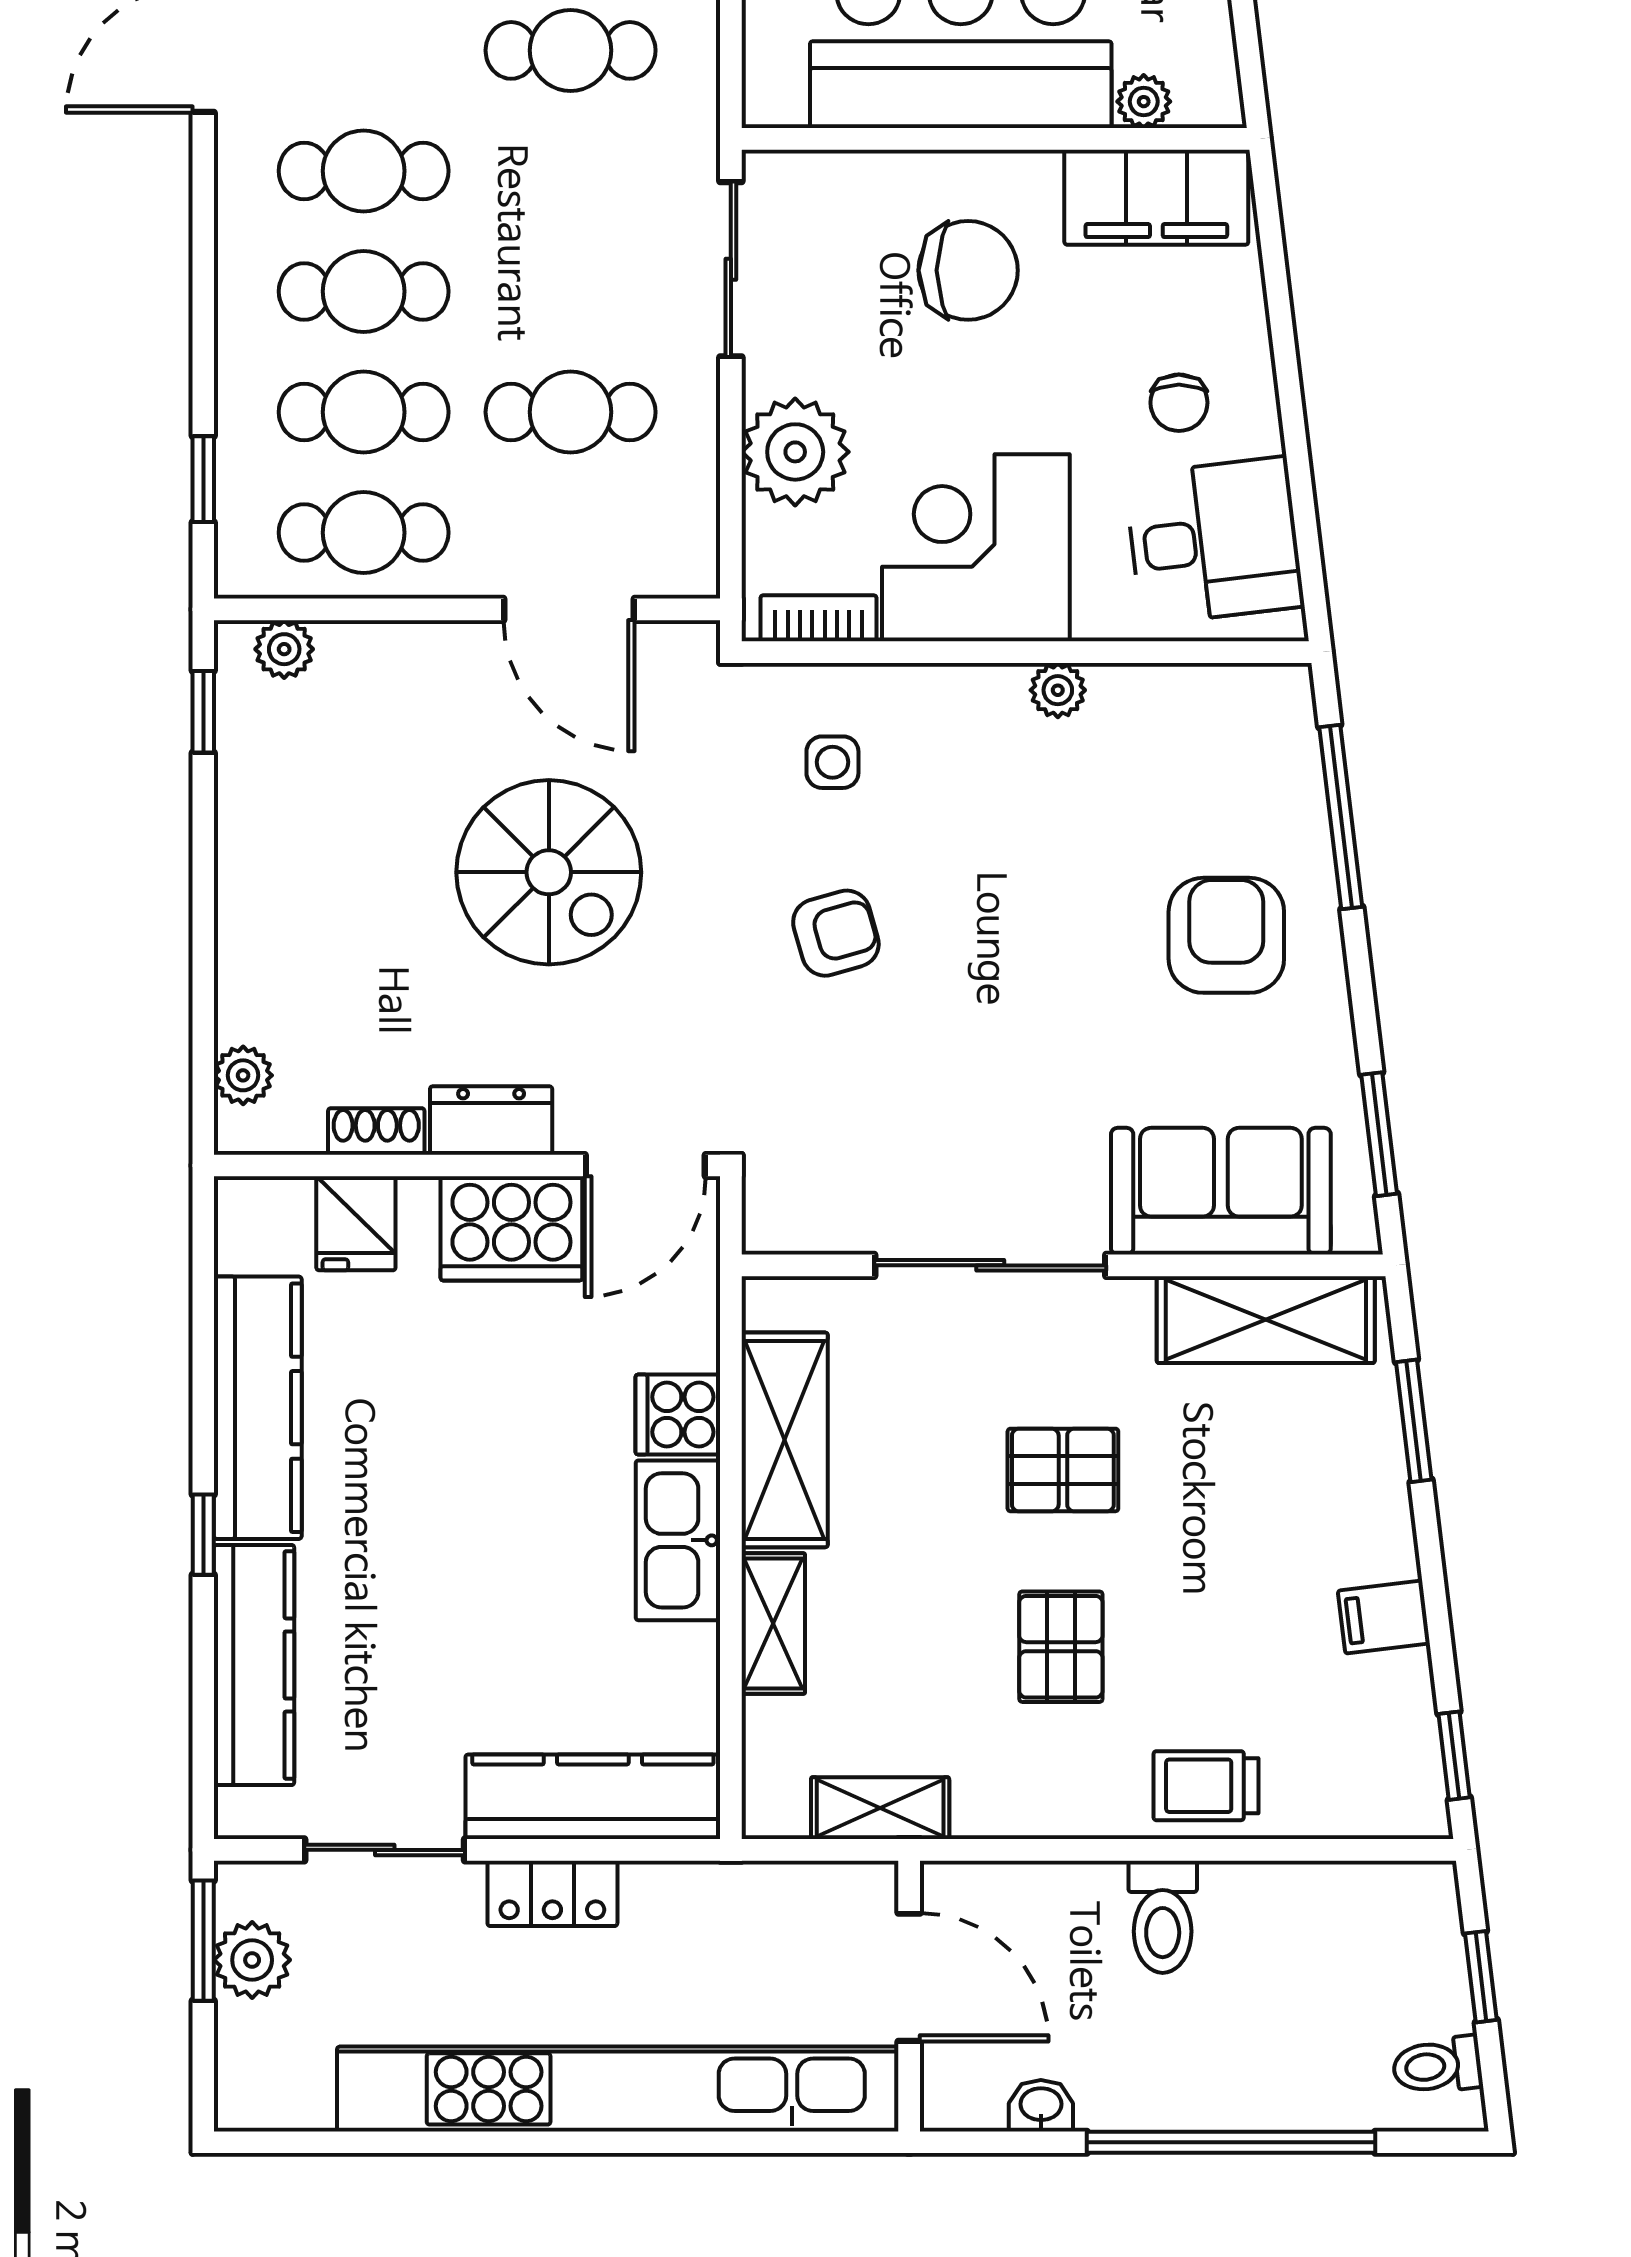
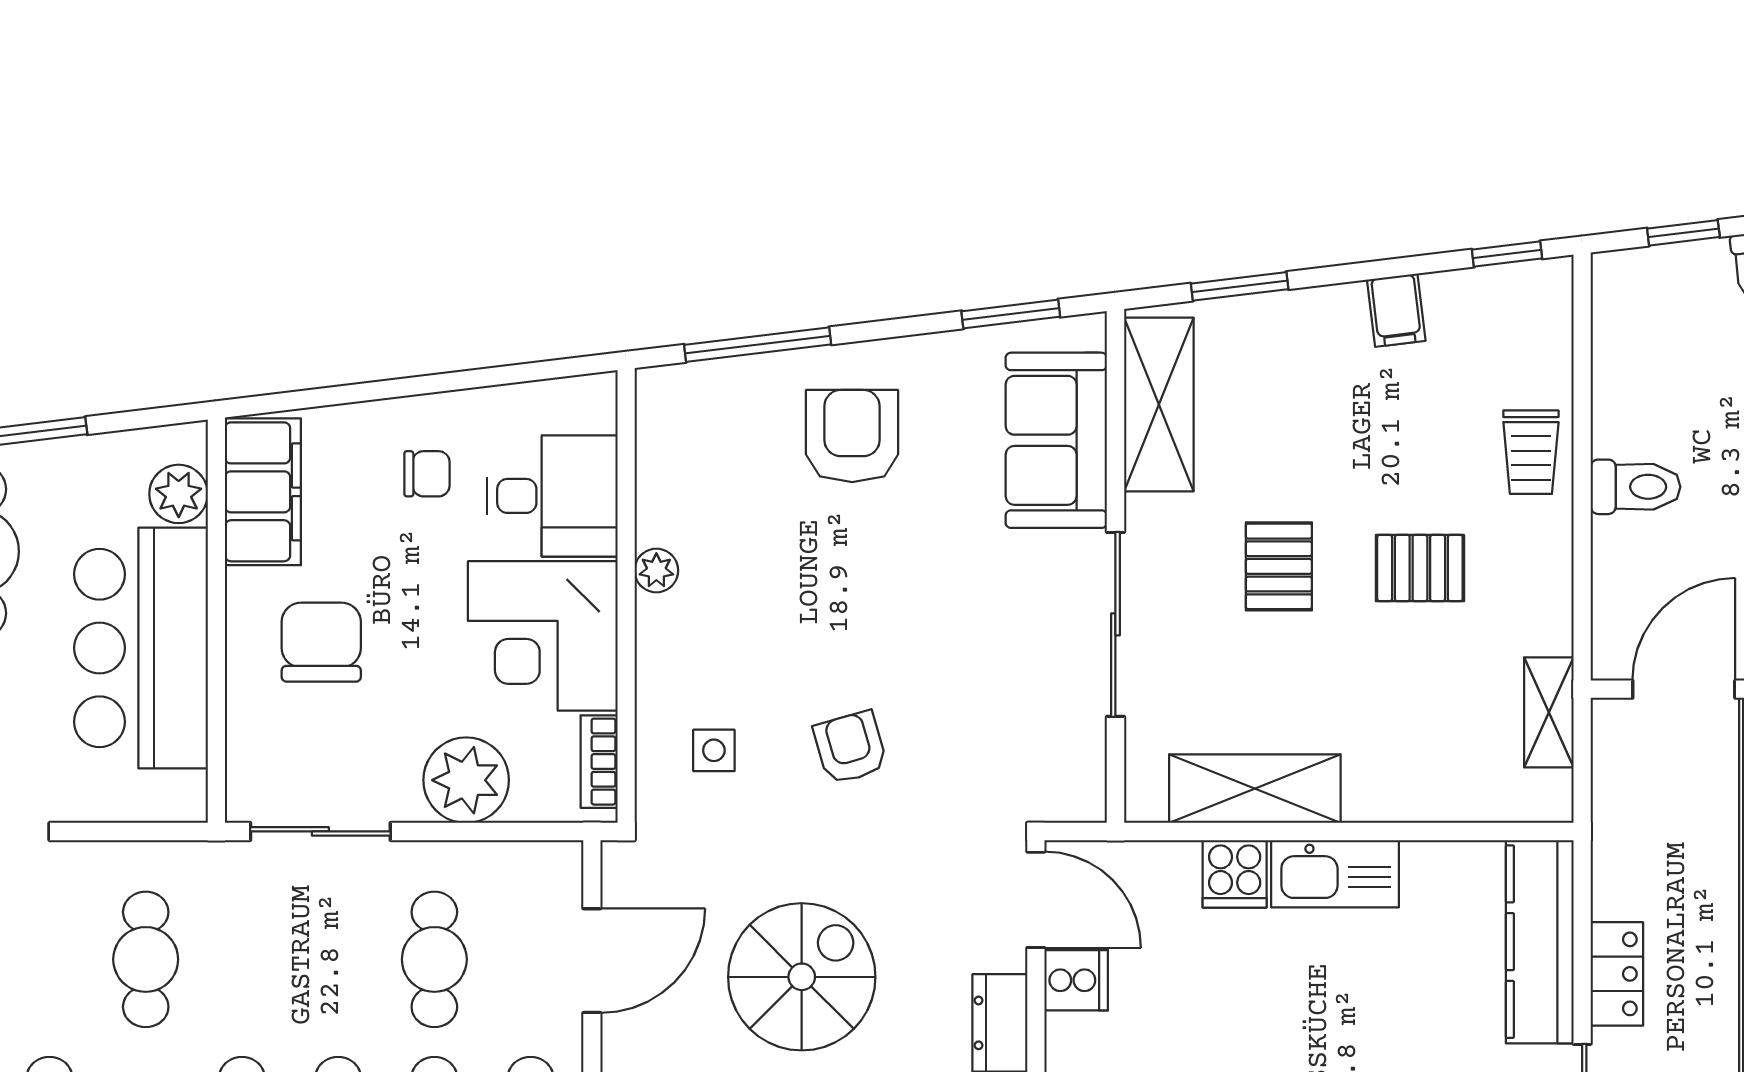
plant: (1144, 102) -> (179, 494), width x1.38, depth x1.38
desk: (1214, 541) -> (552, 496), moved, turned 97
armchair: (1226, 935) -> (852, 436), turned 90
cooker: (511, 1228) -> (1076, 980), width x0.53, depth x0.76
shelving: (773, 1624) -> (1401, 798), removed

